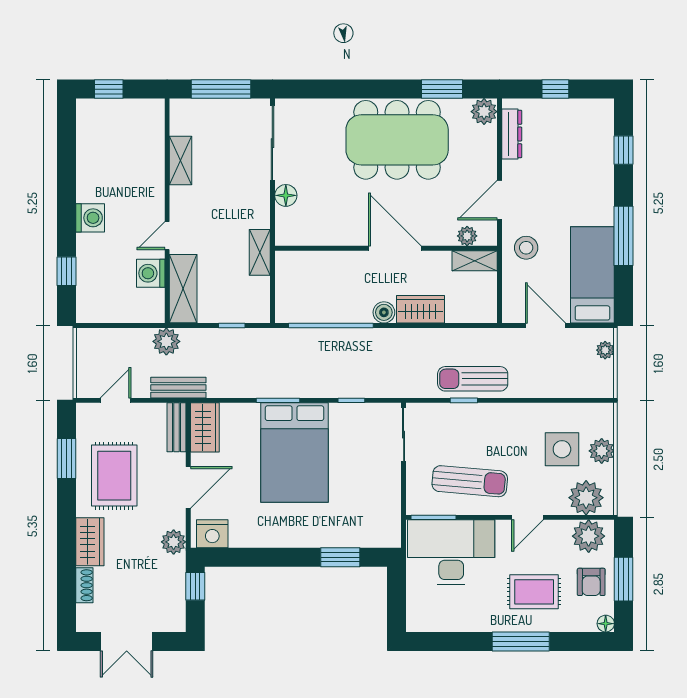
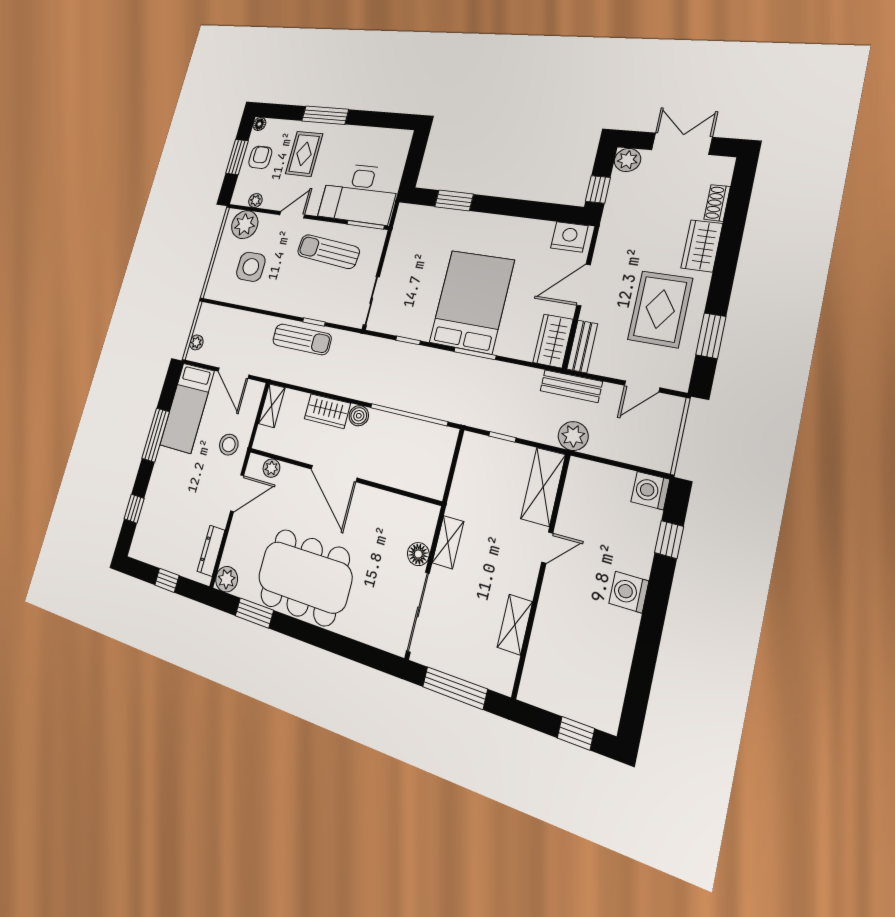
shelving: (260, 252) -> (448, 542), moved
shelving: (475, 261) -> (272, 406), moved, turned 90
washing machine: (151, 273) -> (650, 491), moved, turned 180
plant: (602, 451) -> (223, 260), removed
plant: (589, 536) -> (255, 200), width x0.53, depth x0.53
plant: (174, 542) -> (627, 160), moved
rug: (534, 592) -> (304, 154), turned 90

